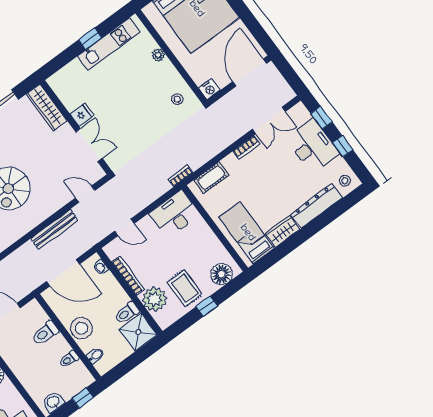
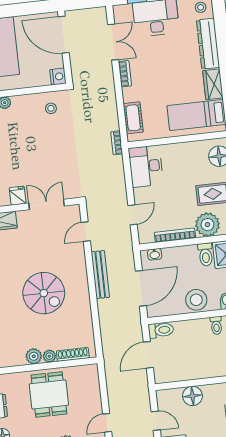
toilet: (45, 333) -> (161, 330), moved, turned -90

